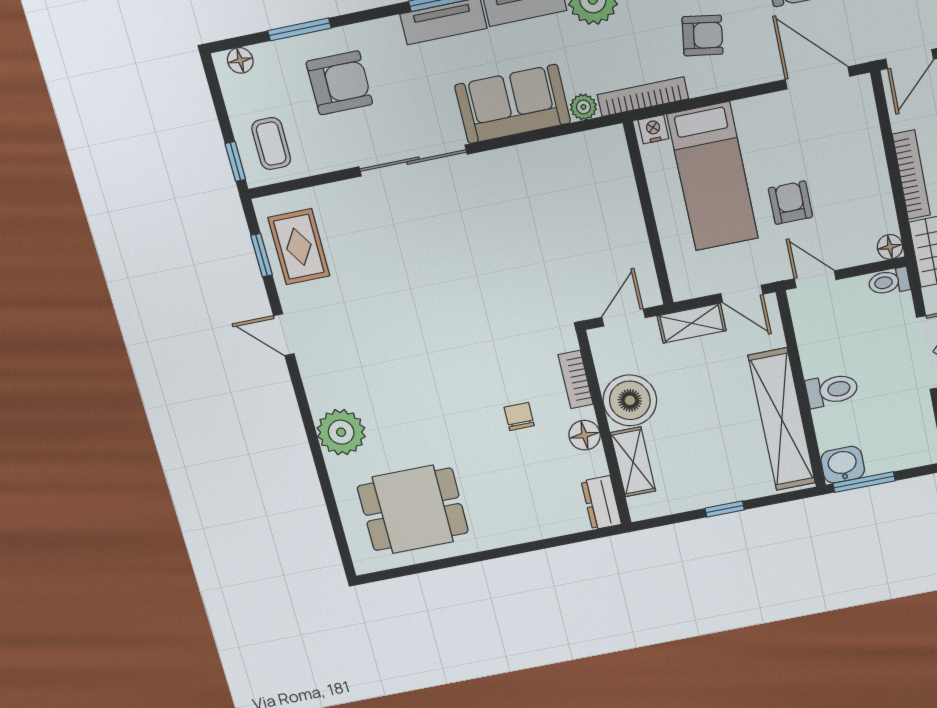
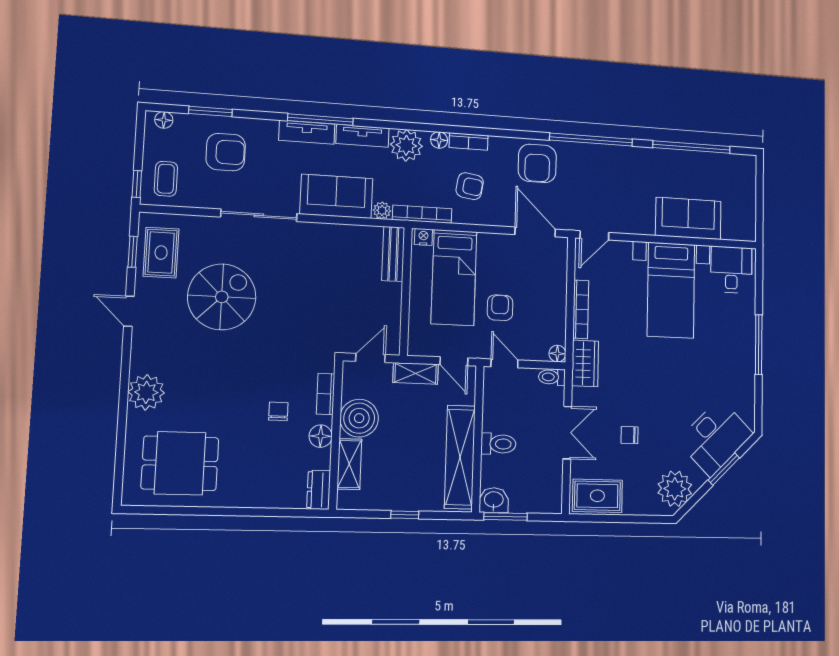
bench: (616, 166) -> (393, 254), added
spiral stairs: (398, 285) -> (222, 297), added

